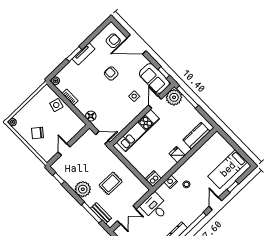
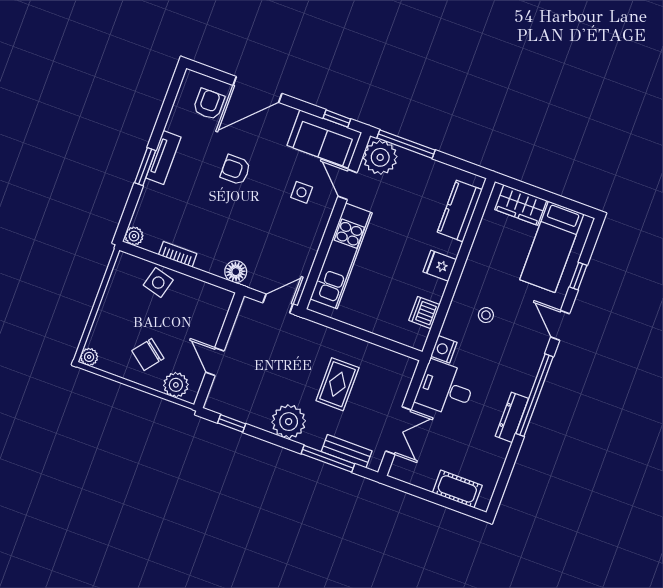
wardrobe: (223, 145) -> (521, 205), added
plant: (43, 151) -> (176, 385), added
dishwasher: (153, 179) -> (424, 313), moved
nightstand: (171, 182) -> (444, 349), moved

